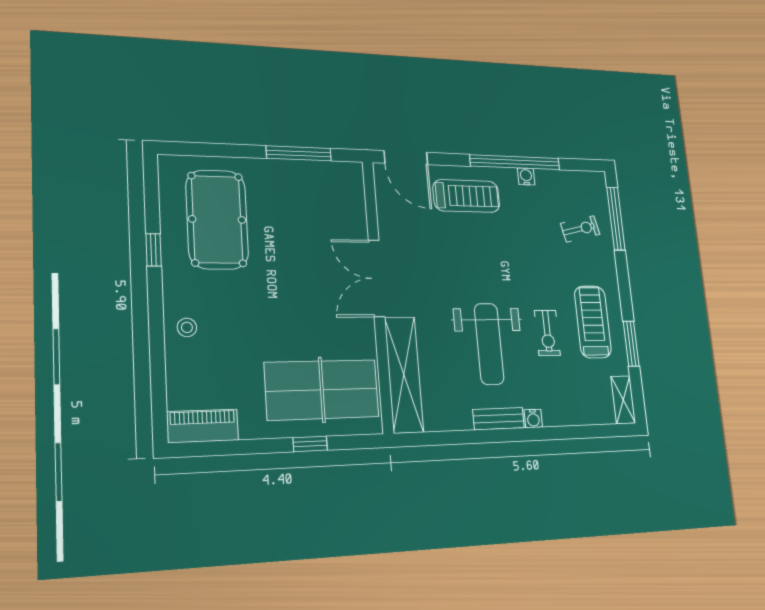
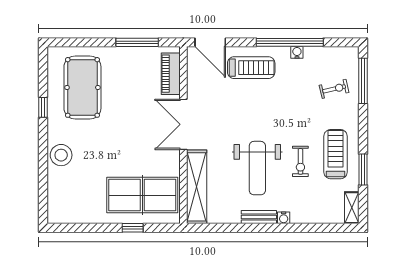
stool: (187, 327) -> (61, 155), width x1.89, depth x1.89
piano: (203, 426) -> (171, 74), moved, turned -90

